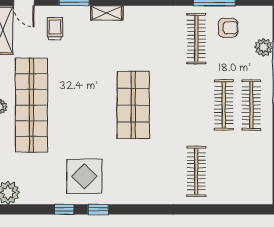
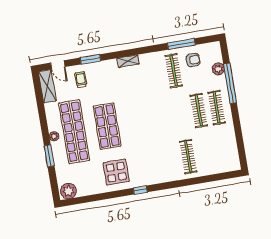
shelving: (107, 13) -> (128, 61), moved
shop shelf: (133, 105) -> (107, 126), moved
window: (64, 209) -> (107, 196), removed
window: (98, 209) -> (140, 190), moved

